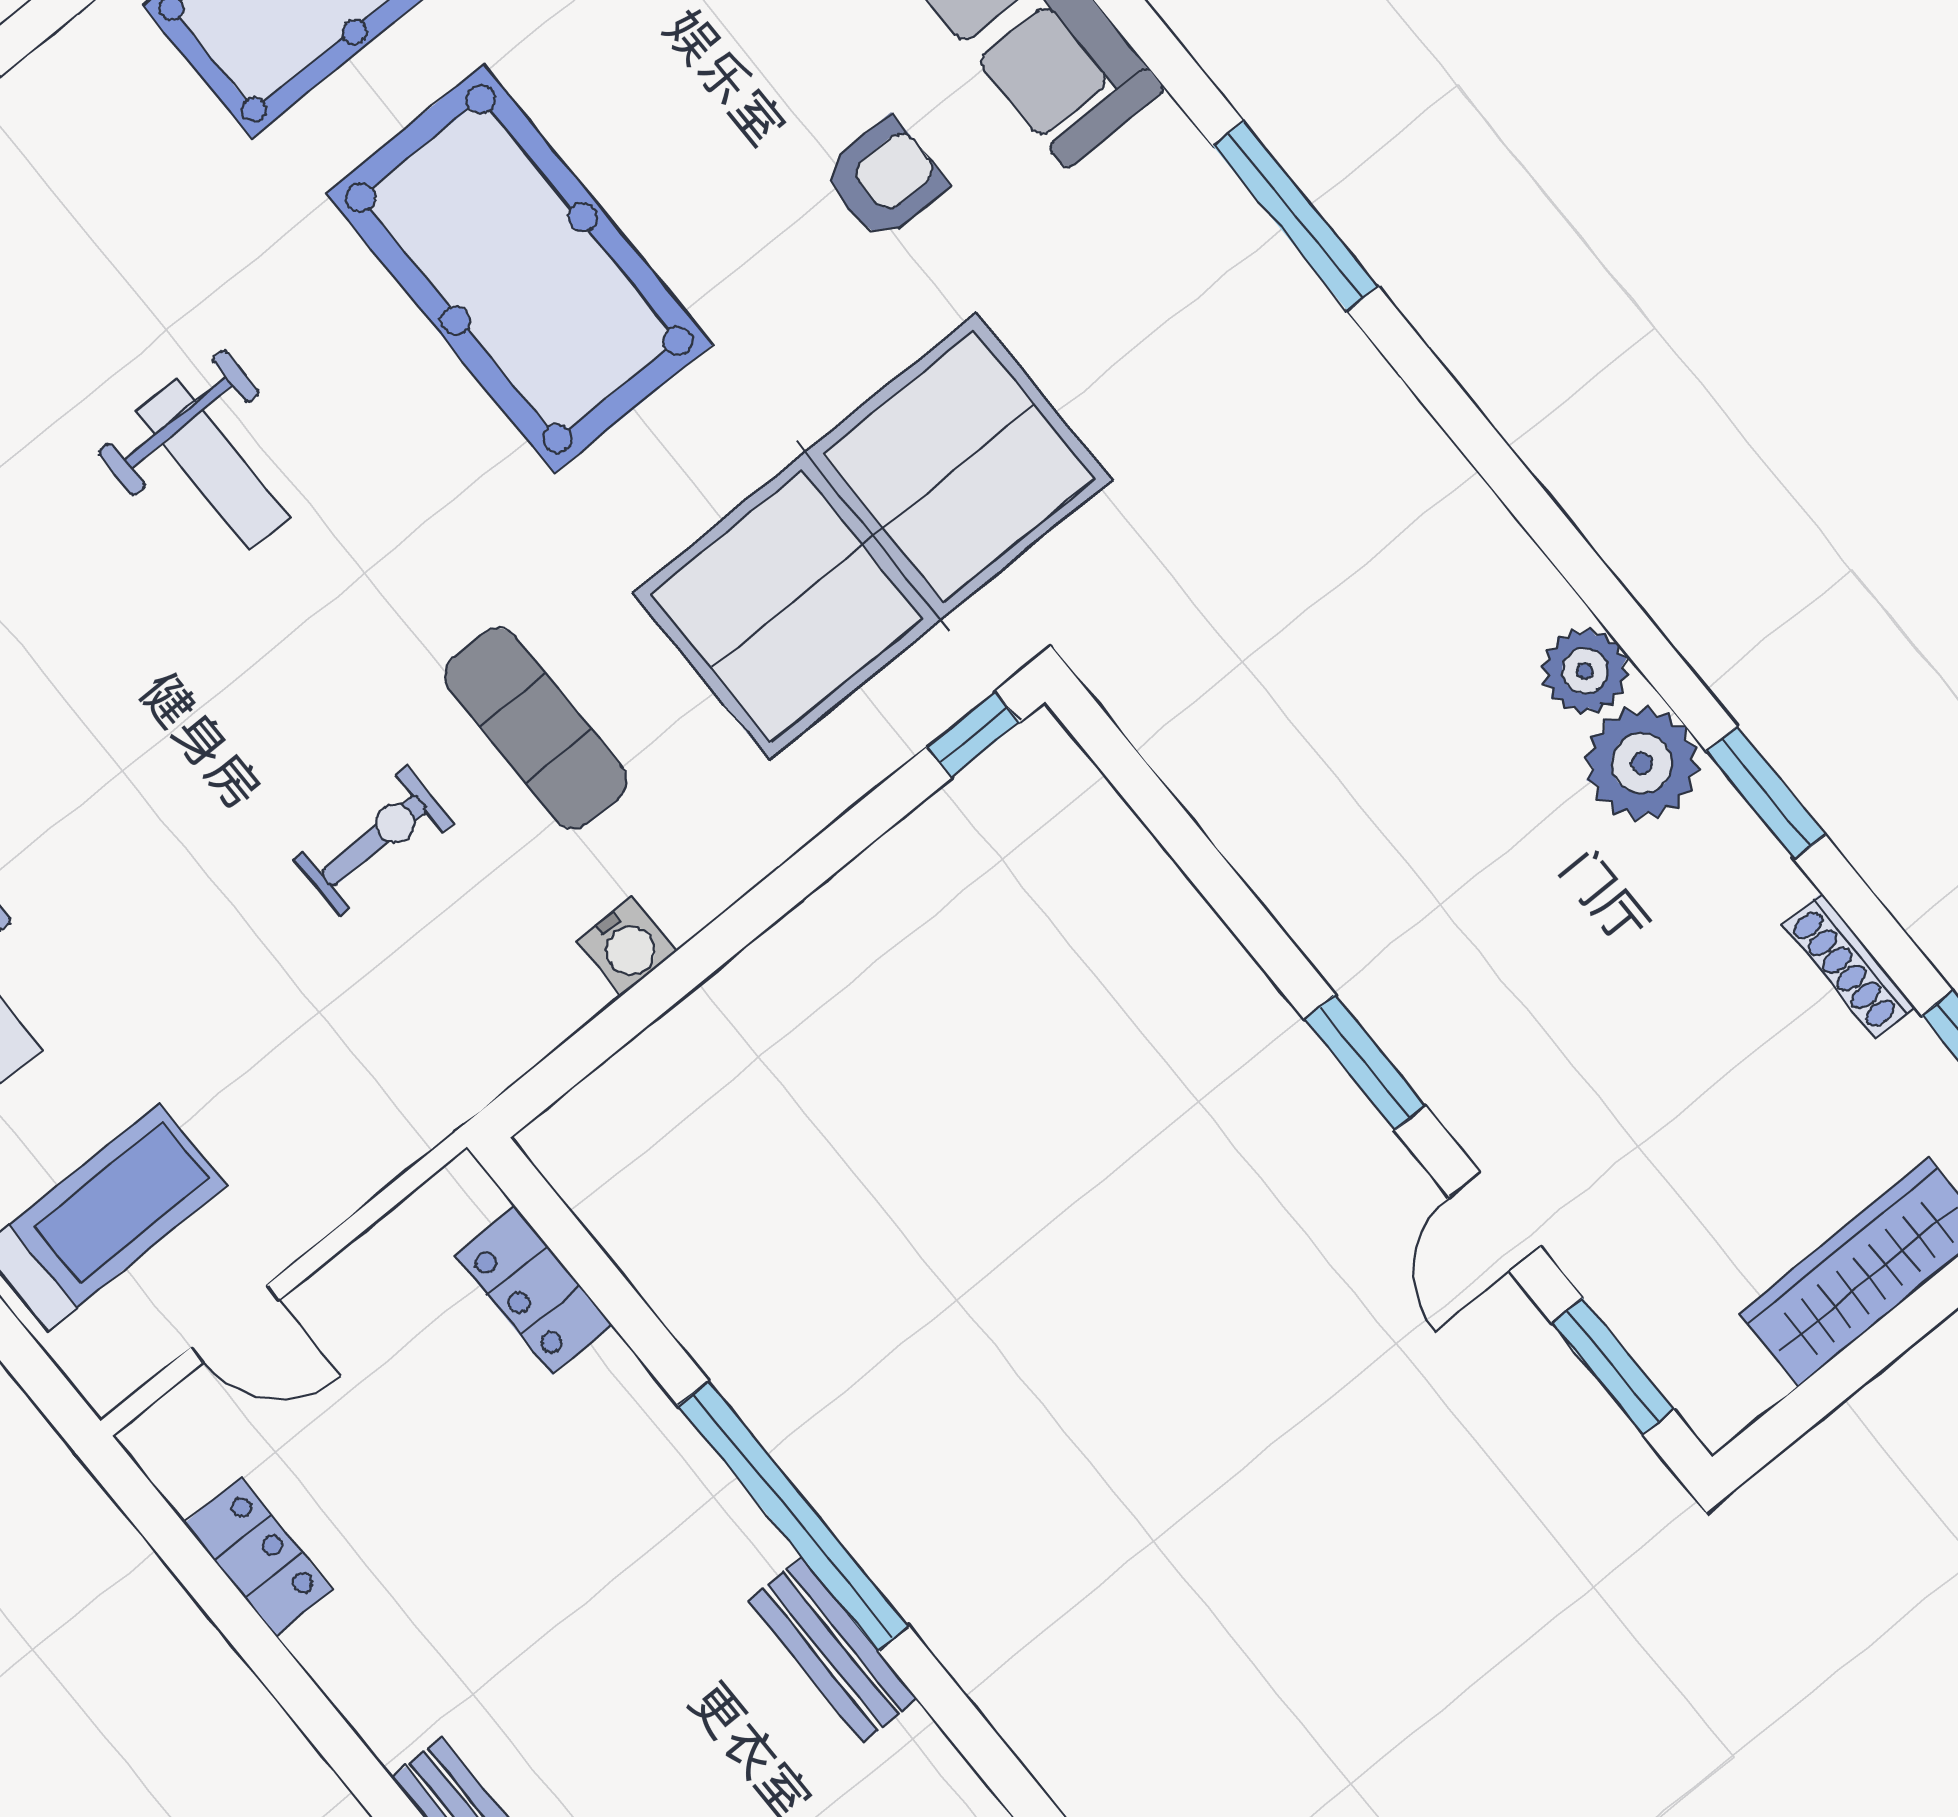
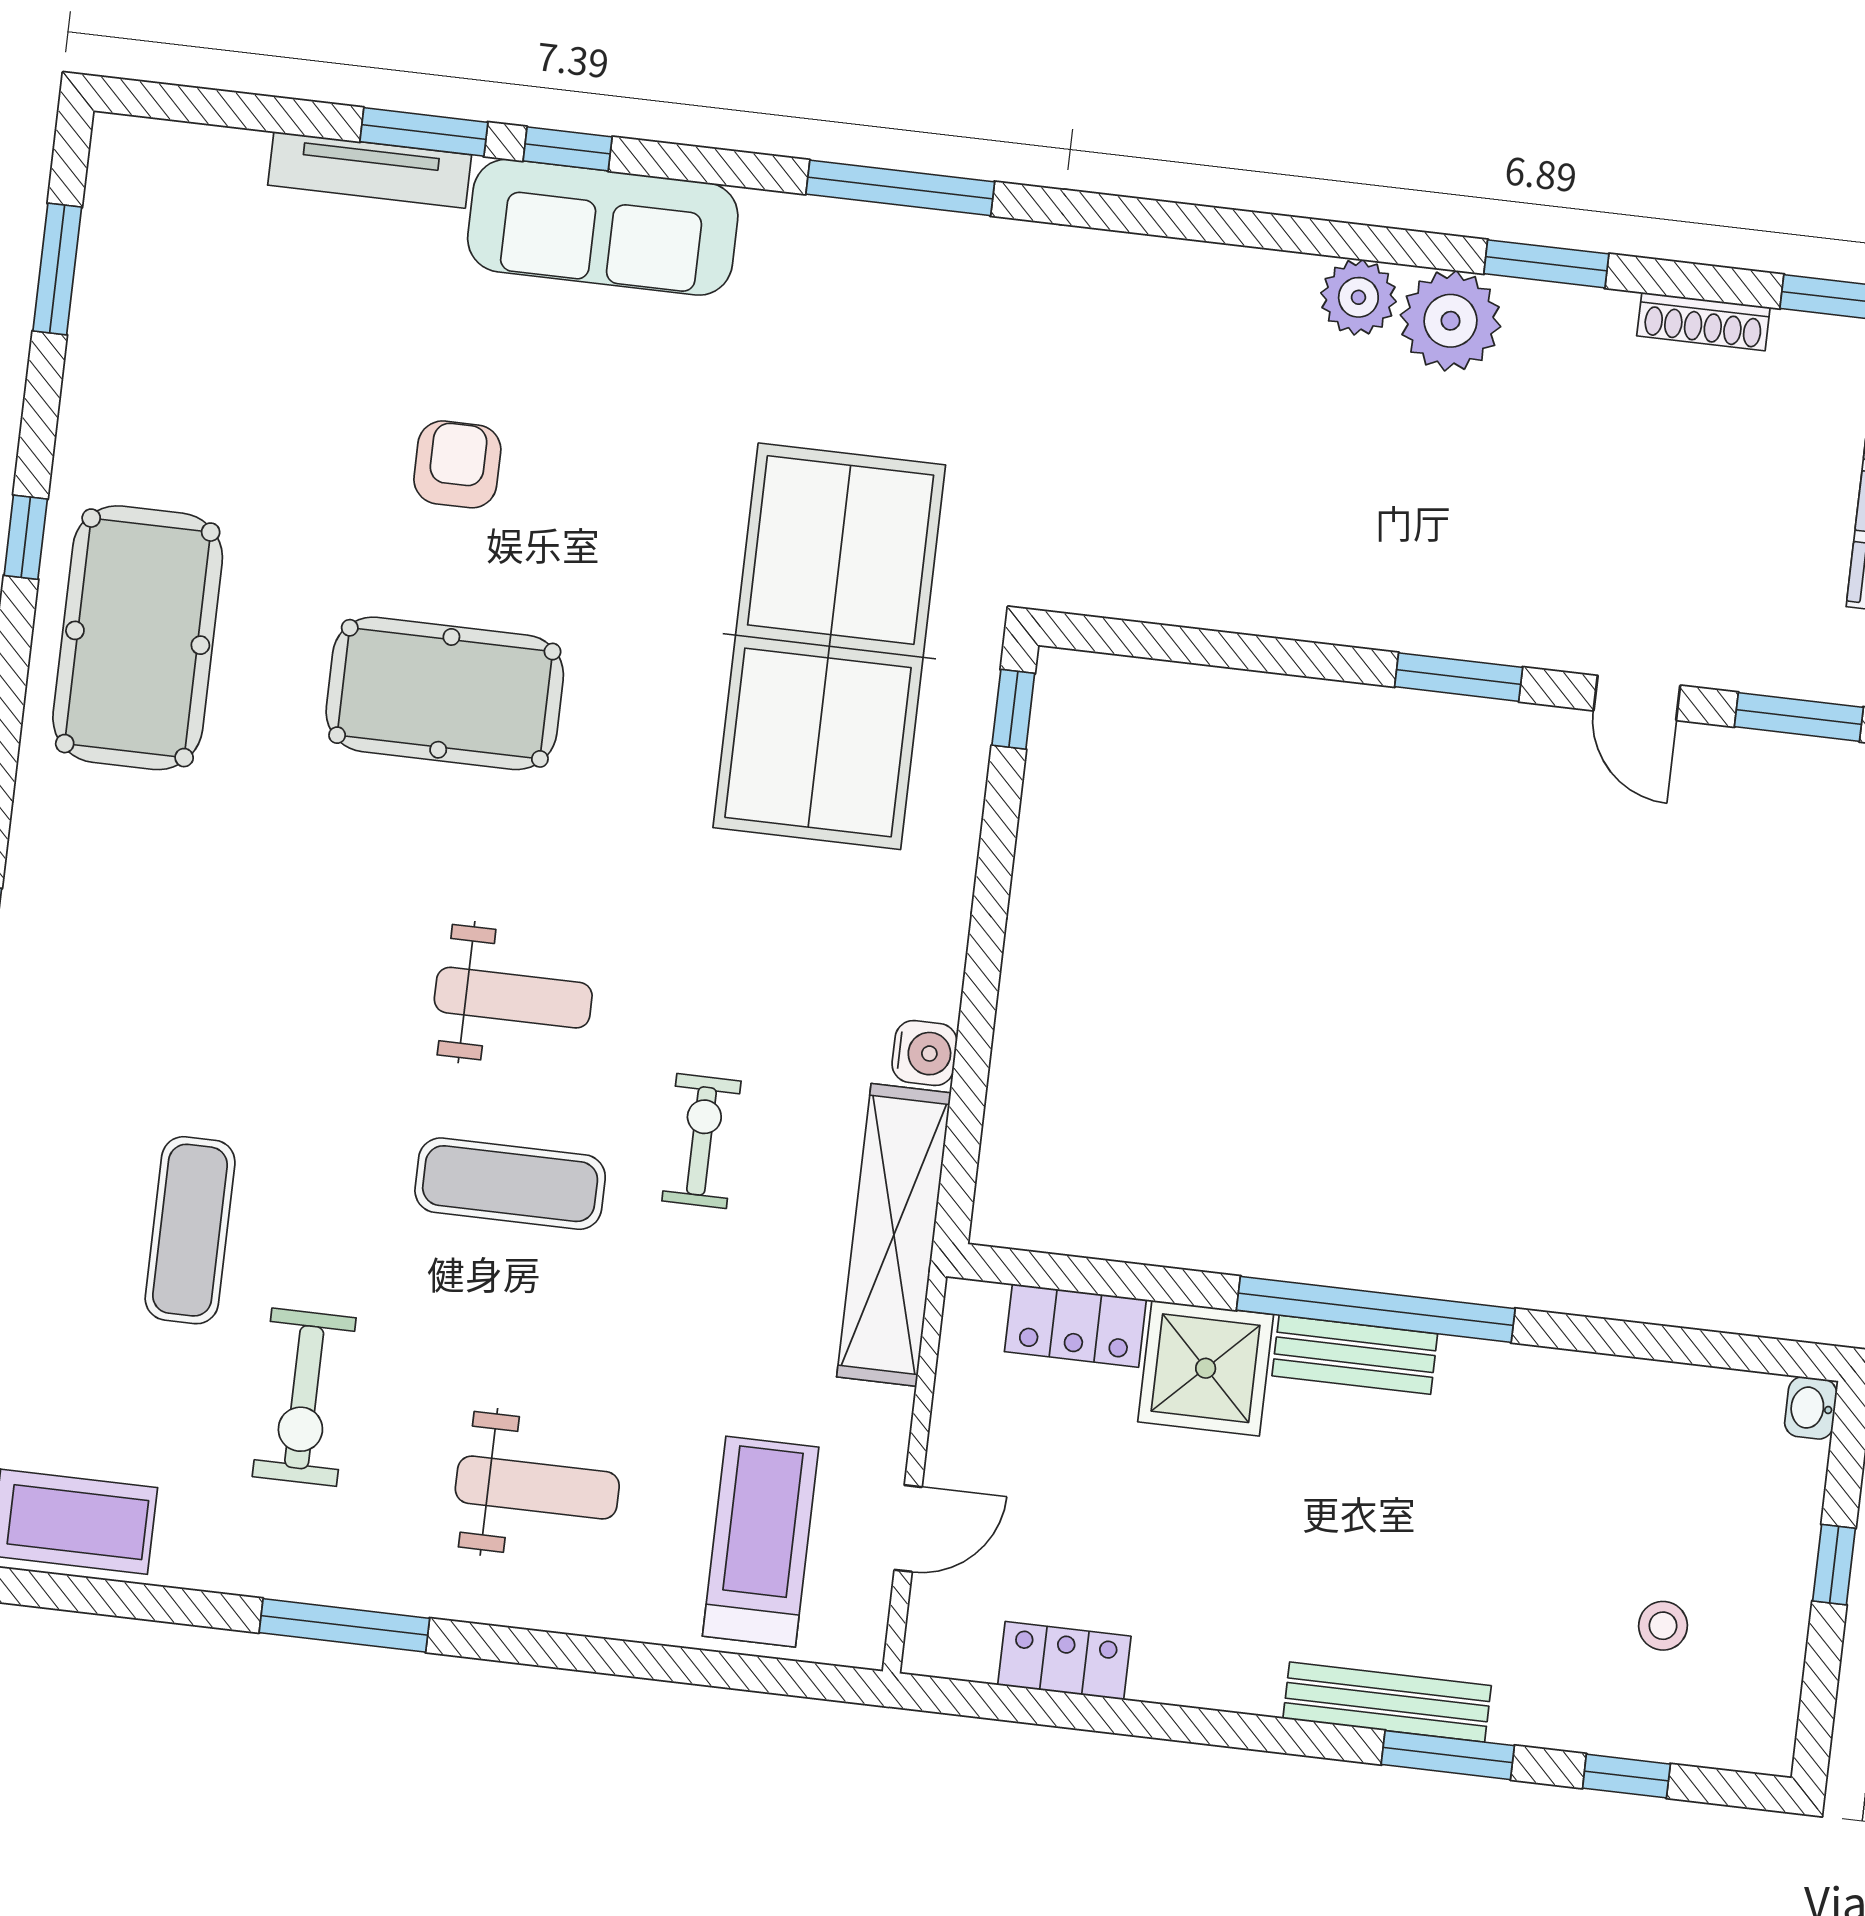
armchair: (884, 179) -> (457, 464), moved
pool table: (519, 269) -> (445, 693), width x0.73, depth x0.76
weight bench: (213, 464) -> (513, 998), moved
exercise mat: (535, 728) -> (510, 1184), moved
shelving: (457, 1071) -> (894, 1235), added
shower: (607, 1429) -> (1206, 1368), added
bench: (832, 1650) -> (1355, 1355), moved

